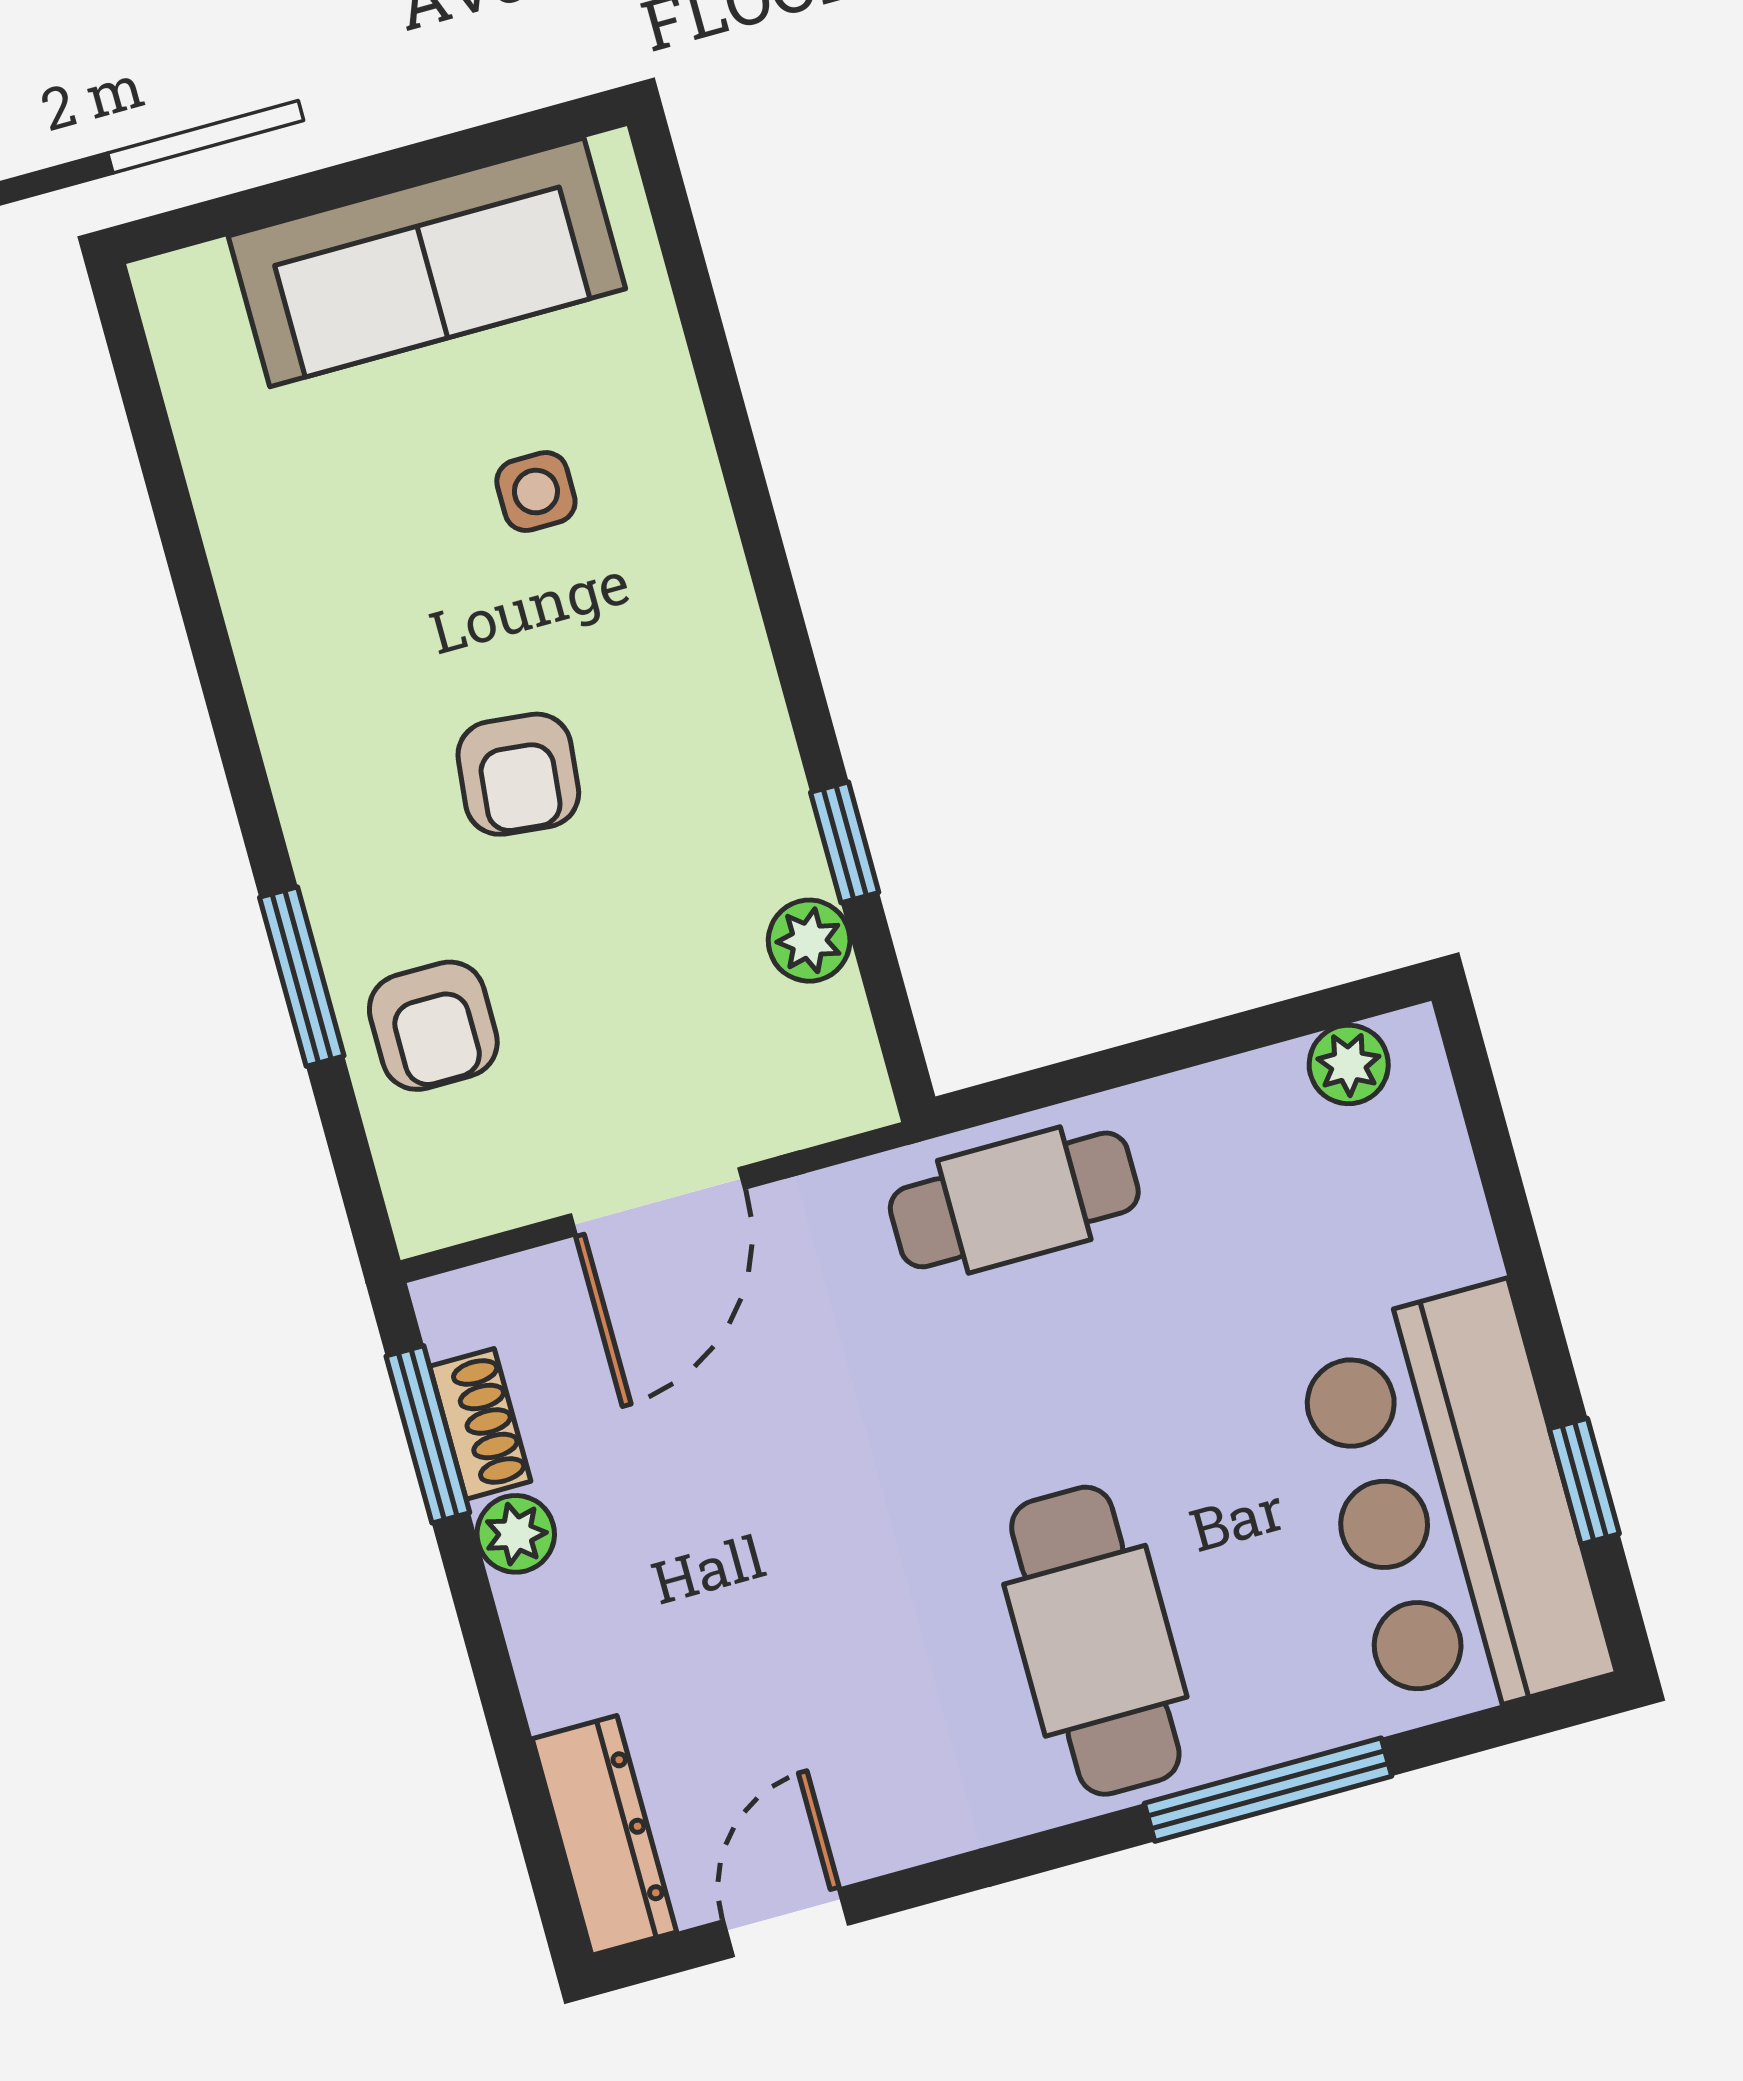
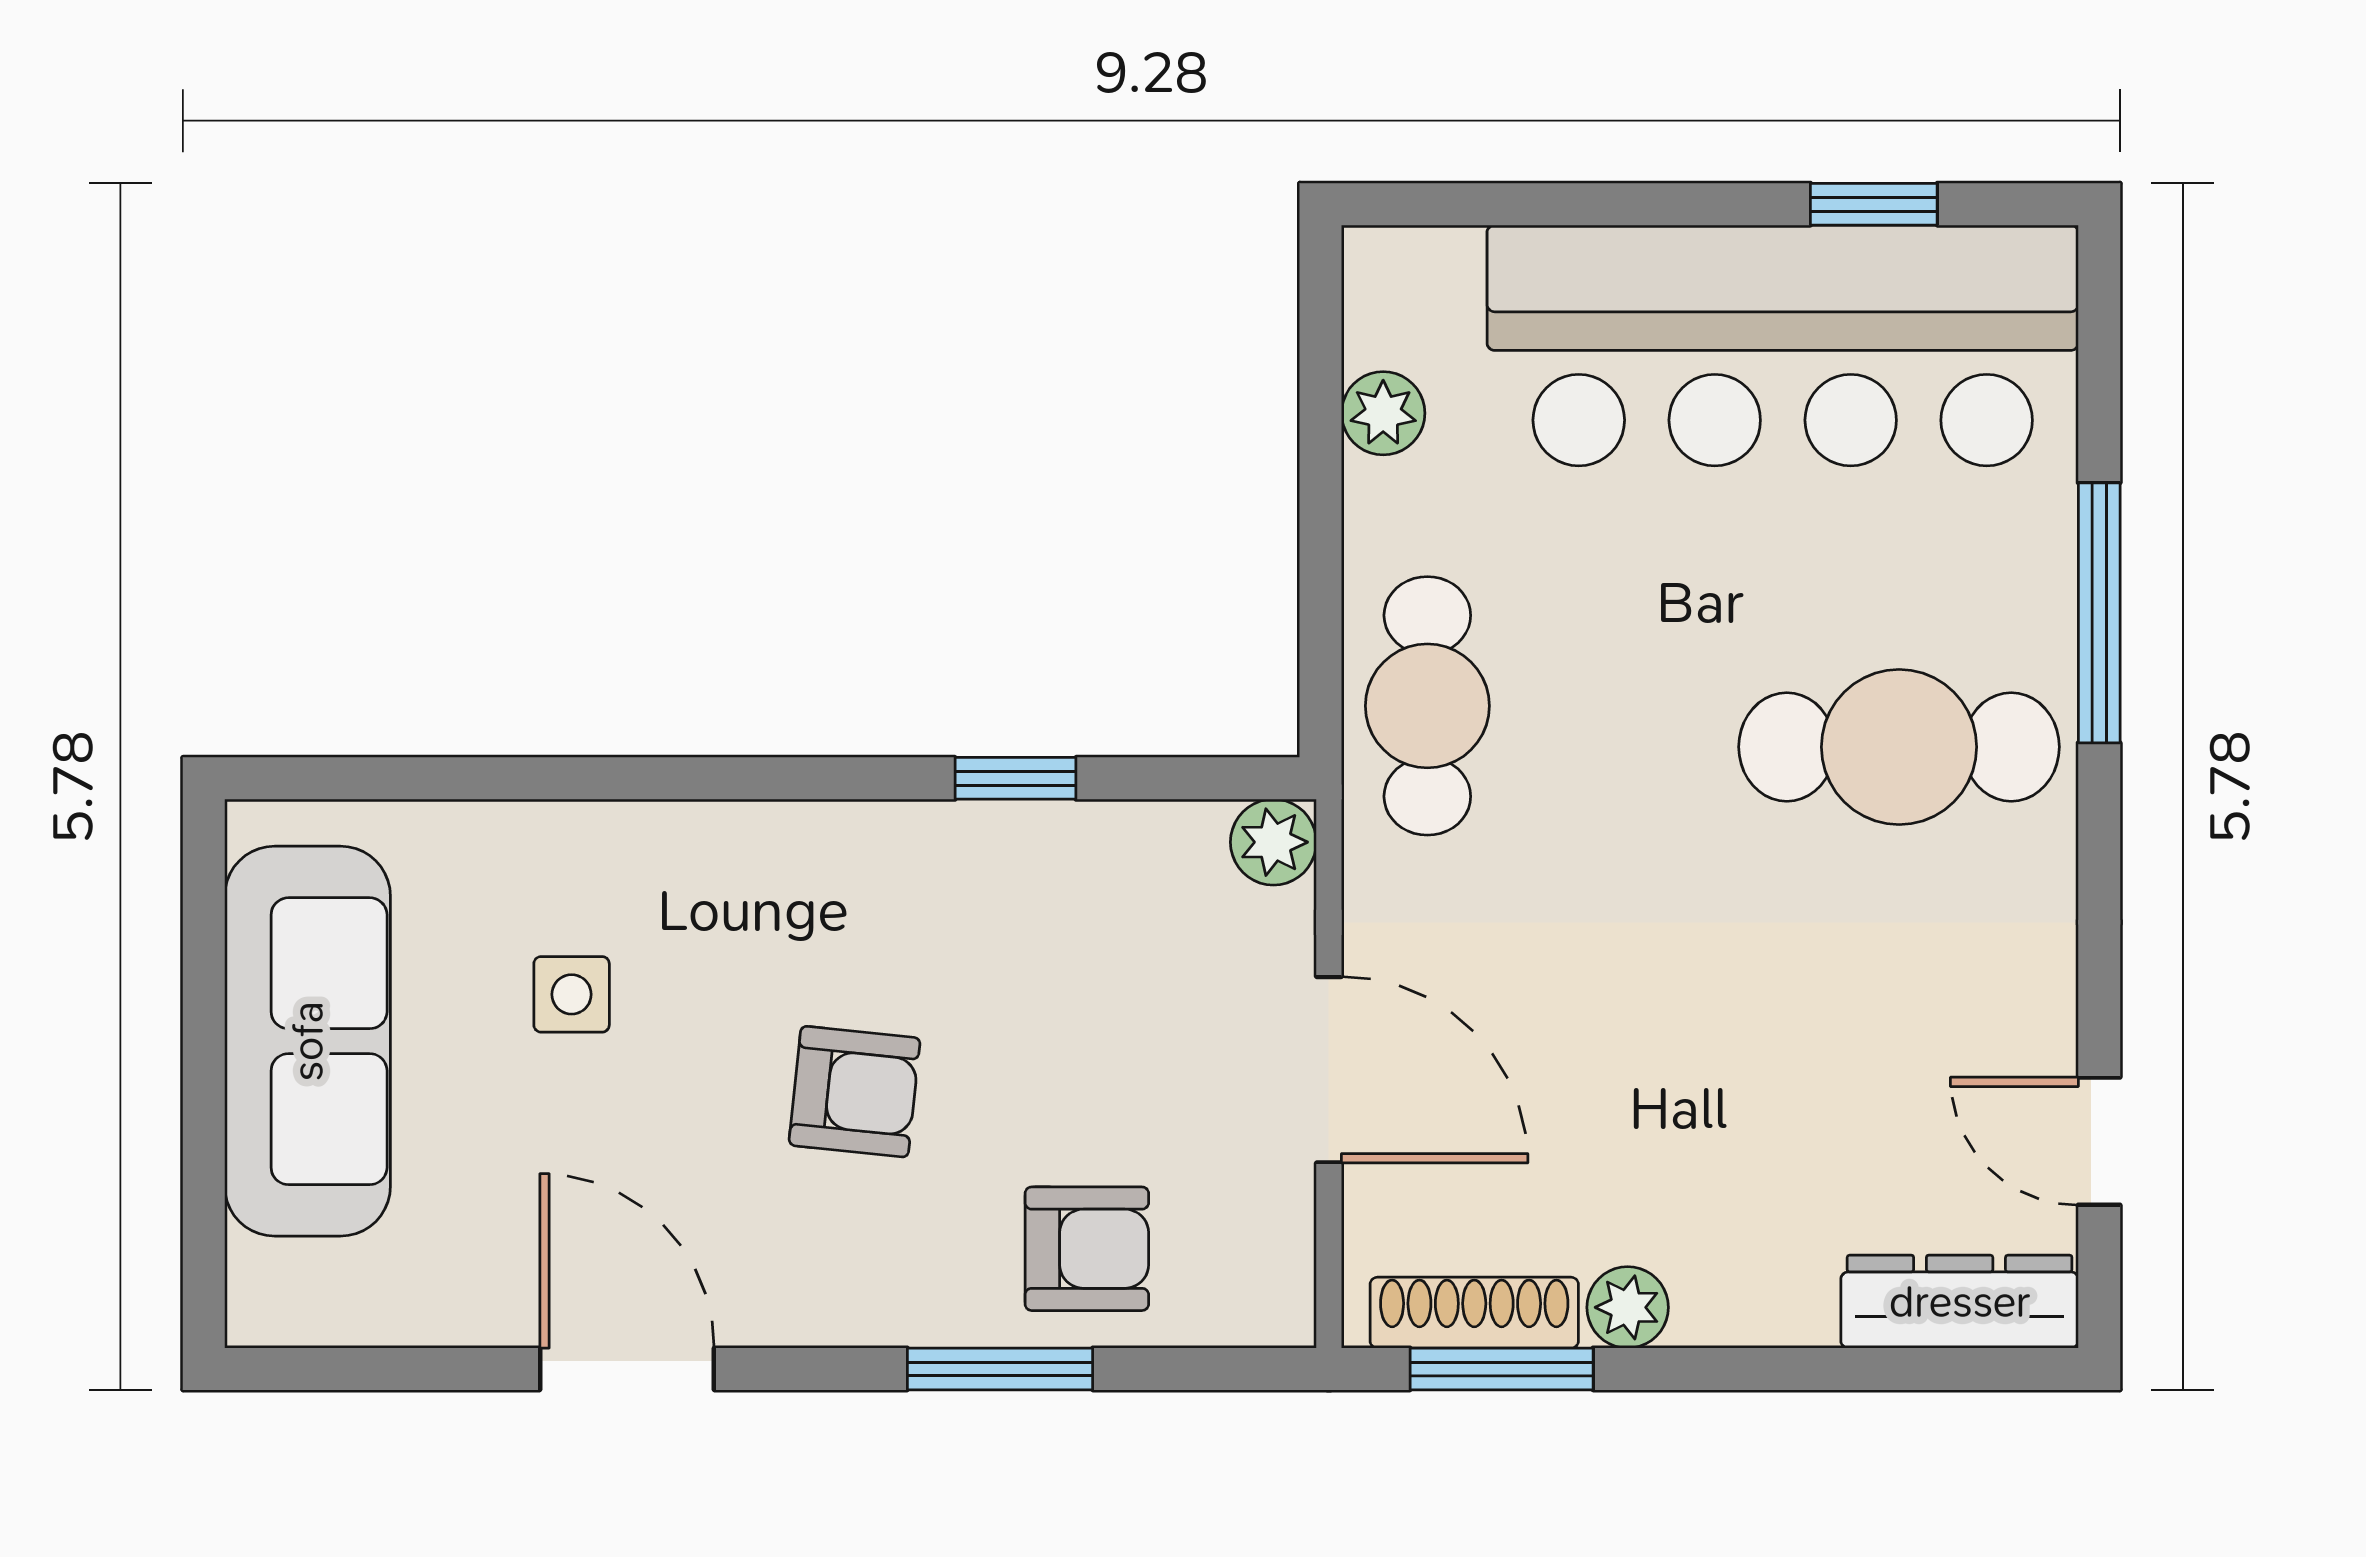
door: (208, 636) -> (627, 1369), added
plant: (809, 941) -> (1273, 842), moved
plant: (1349, 1064) -> (1383, 413), moved
shoe rack: (480, 1424) -> (1474, 1313), width x1.43
bar counter: (1452, 1506) -> (1783, 346), width x1.36

